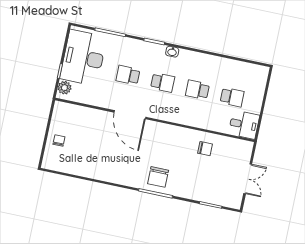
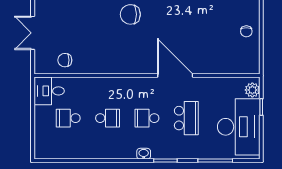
school desk: (128, 75) -> (186, 118), width x1.85
chair: (205, 149) -> (65, 60), moved
chair: (158, 177) -> (130, 14), turned -90

